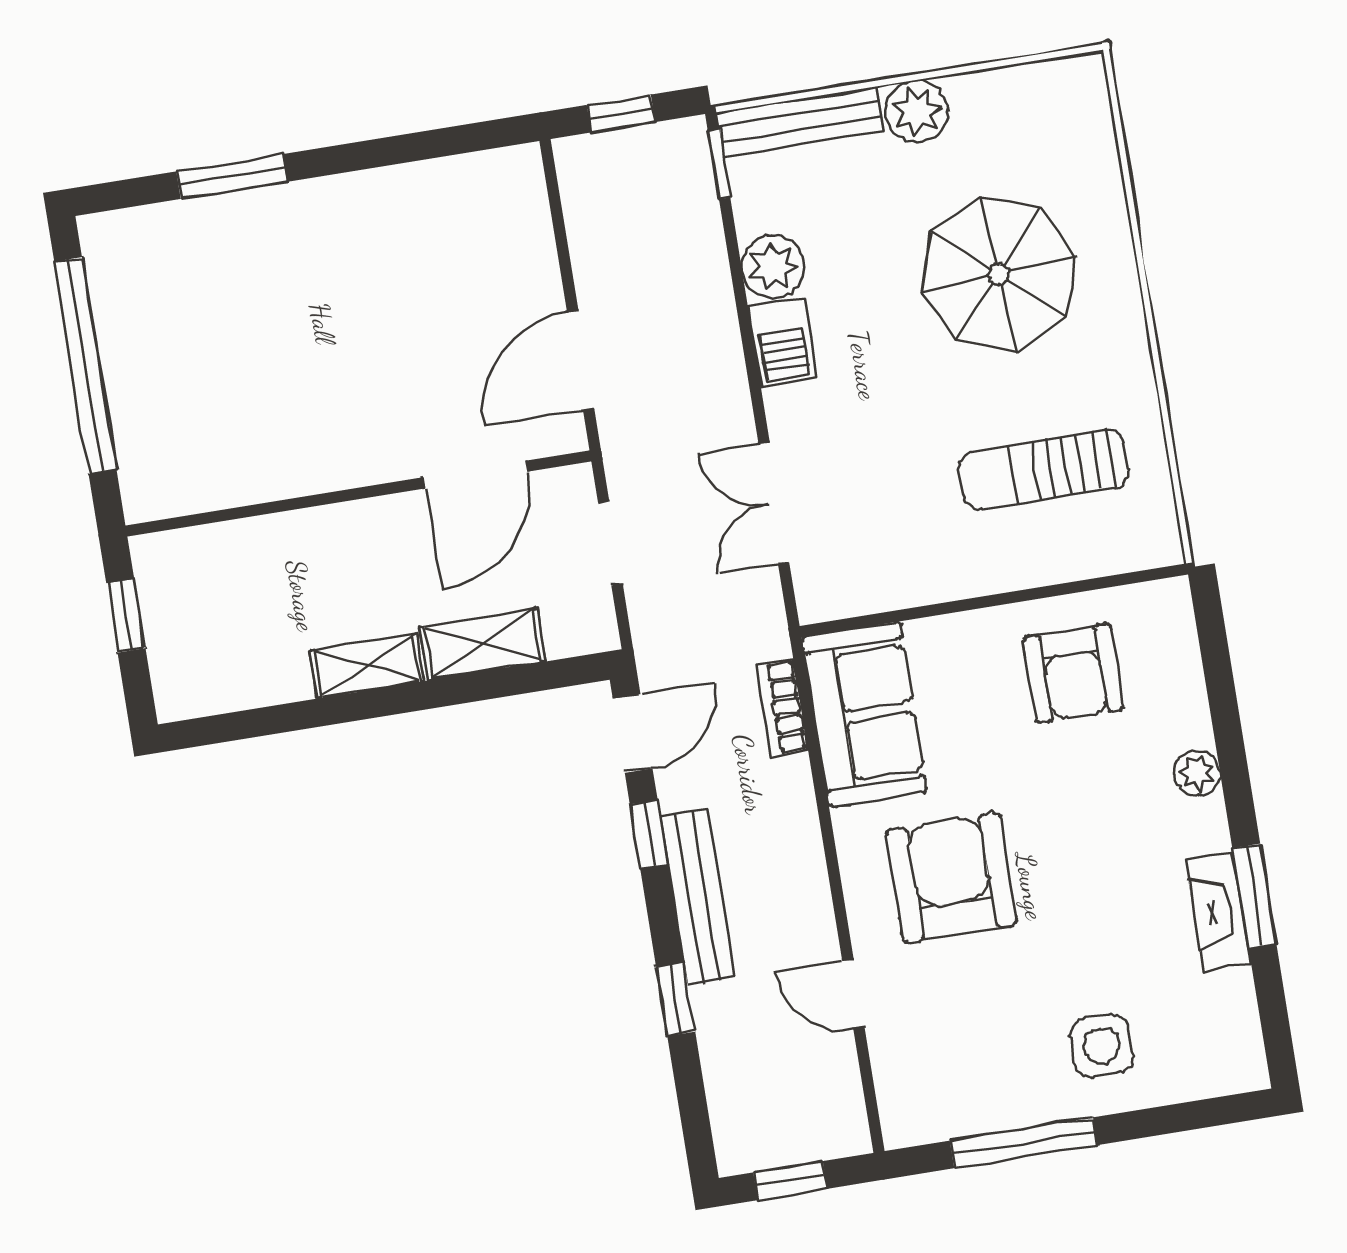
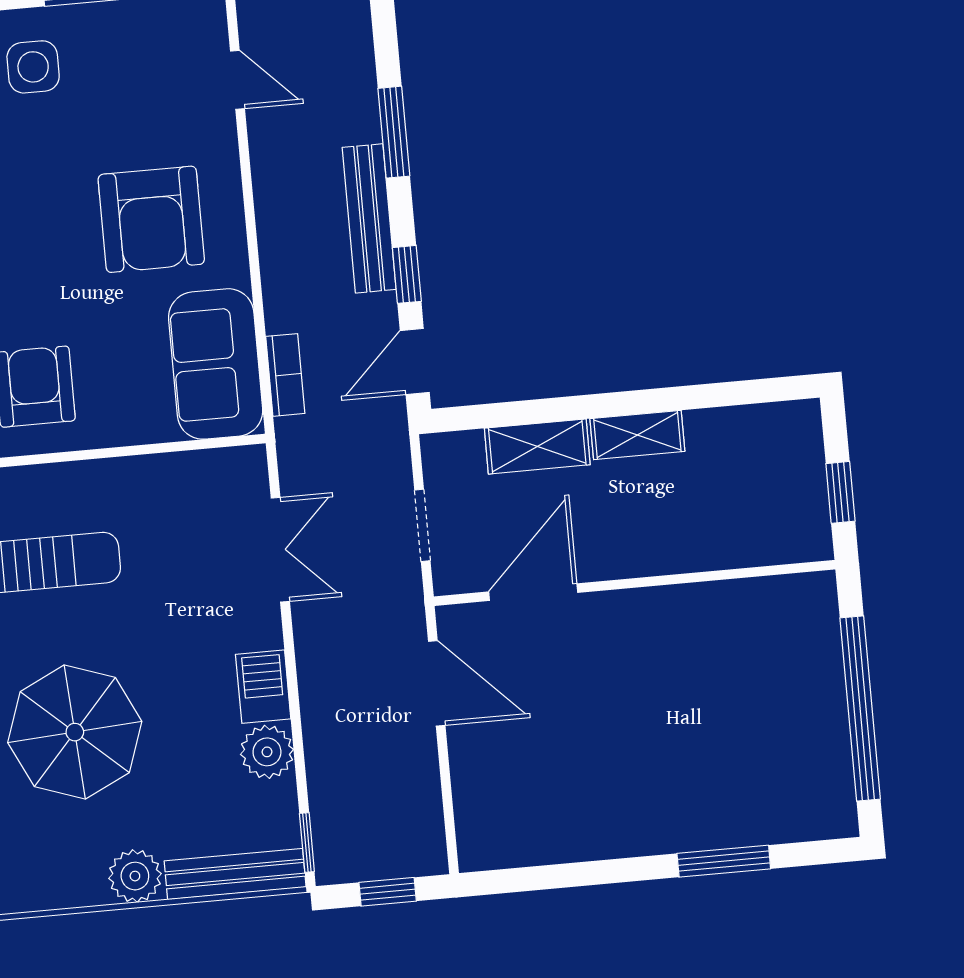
door: (581, 360) -> (437, 683), hinge flipped
door: (853, 994) -> (238, 80), moved
window: (676, 999) -> (394, 132), width x1.50

